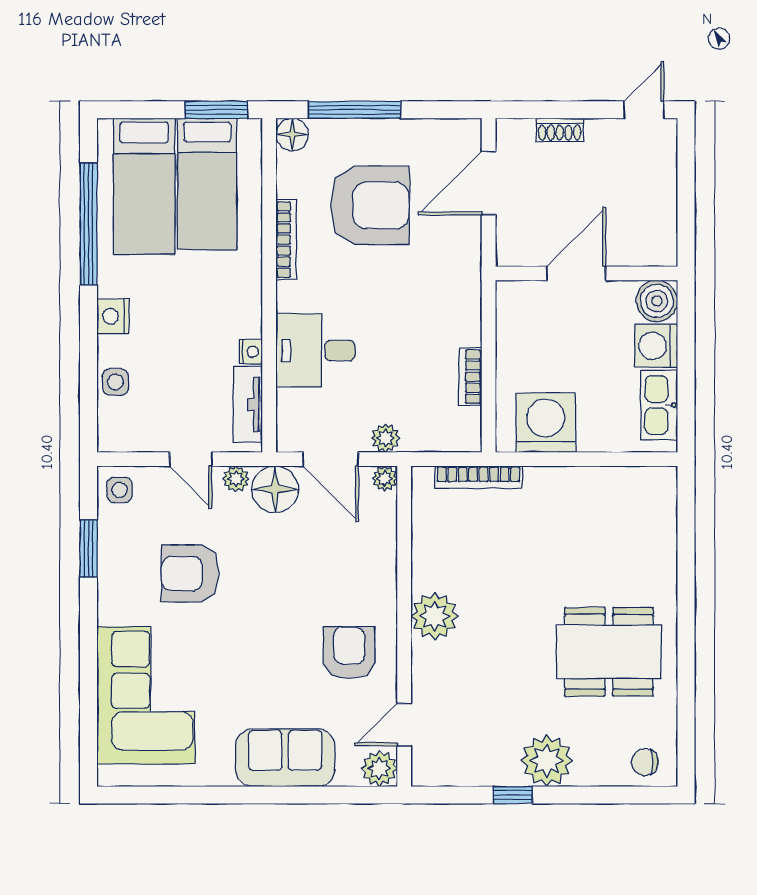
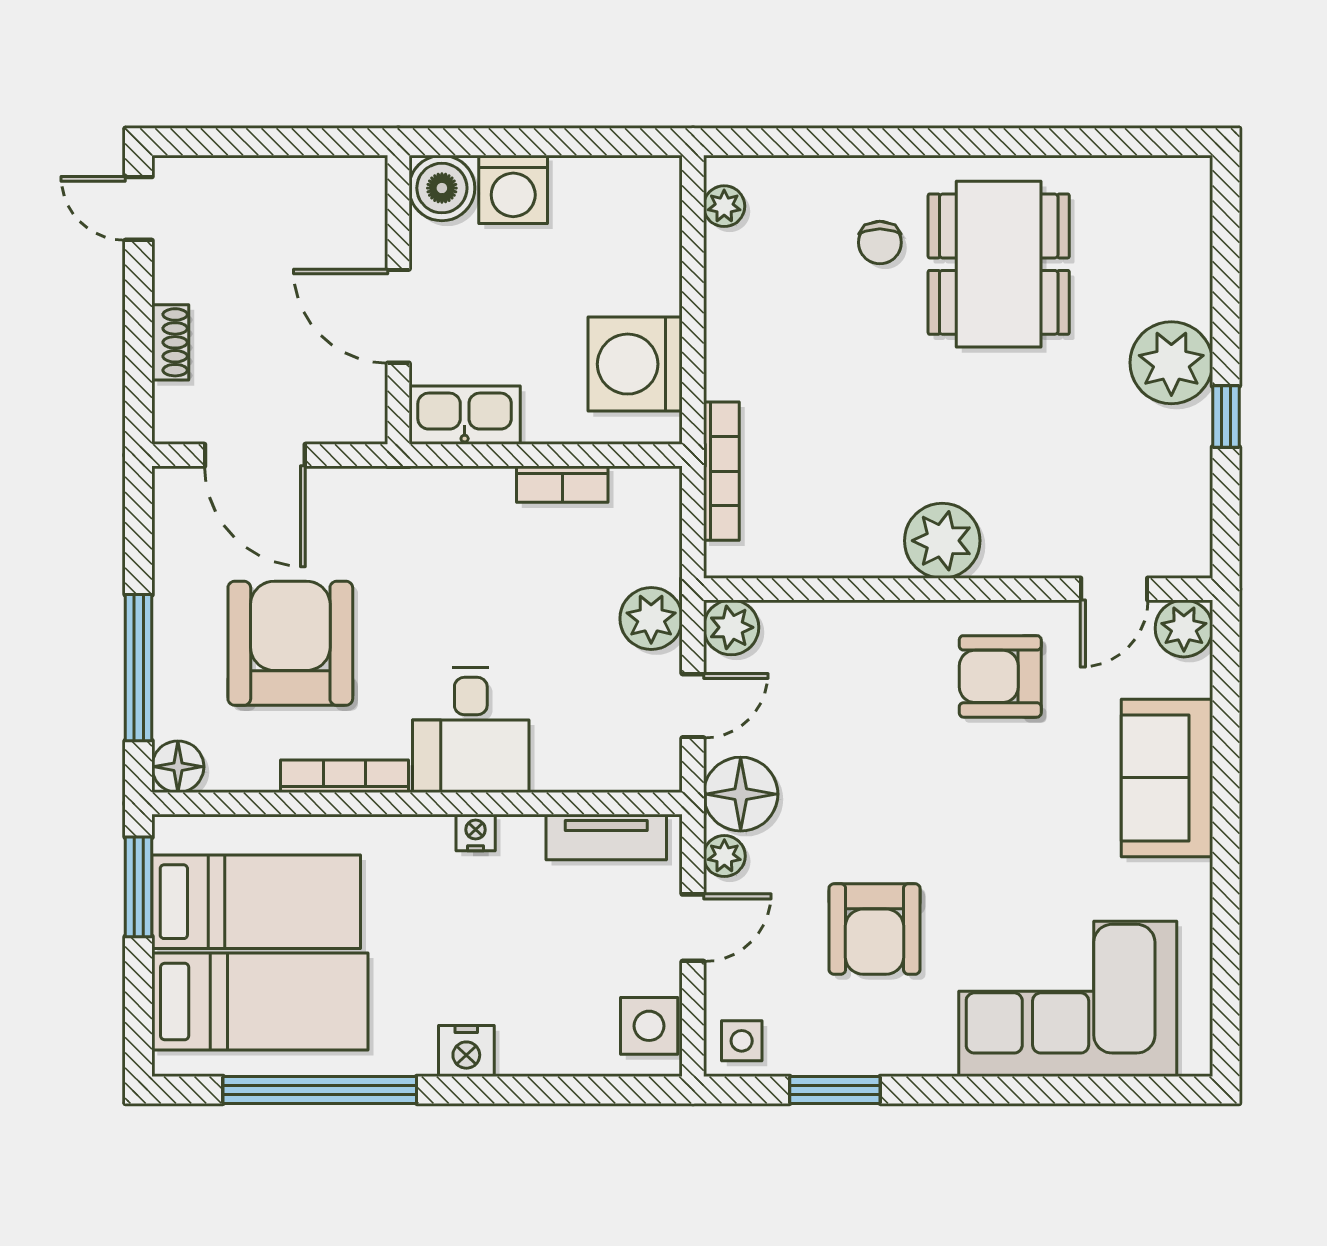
desk: (315, 350) -> (471, 730), moved
nightstand: (251, 352) -> (476, 832), moved
side table: (115, 382) -> (649, 1026), moved, width x1.37, depth x1.37
kitchen sink: (659, 405) -> (465, 415), moved, turned 180
plant: (386, 438) -> (651, 619), width x1.38, depth x1.38
door: (331, 459) -> (693, 706), width x0.73
plant: (385, 478) -> (731, 627), width x1.38, depth x1.38
plant: (645, 479) -> (724, 206), added
door: (404, 725) -> (1114, 589), hinge flipped
chair: (645, 762) -> (880, 243), moved

